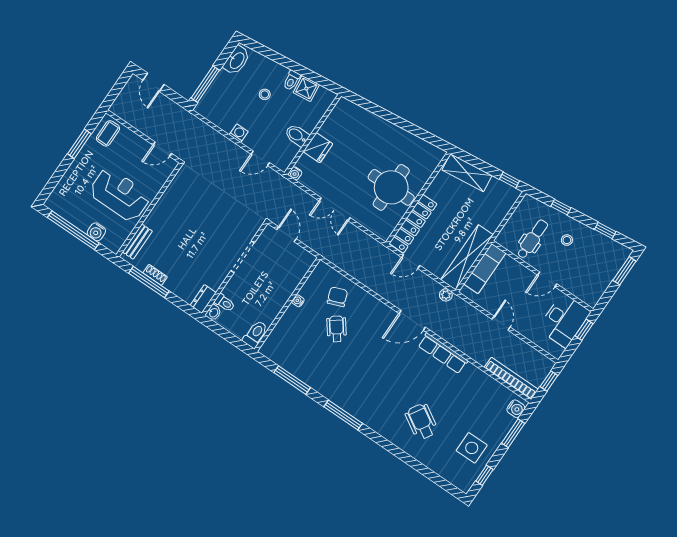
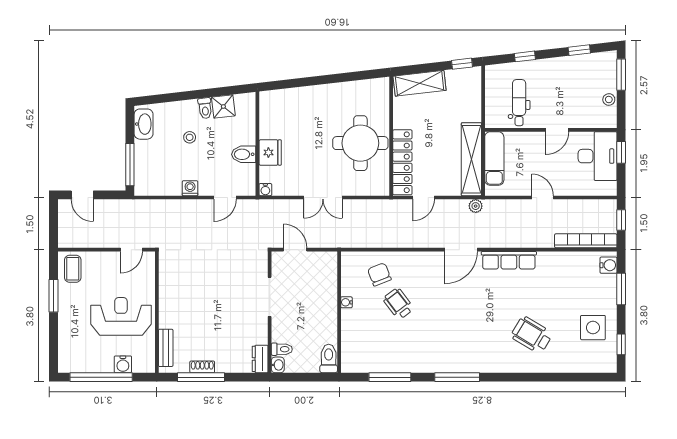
stool: (567, 240) -> (609, 99), moved

